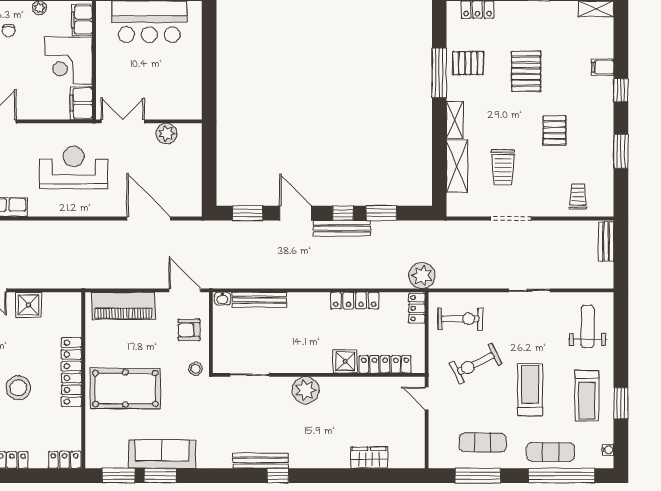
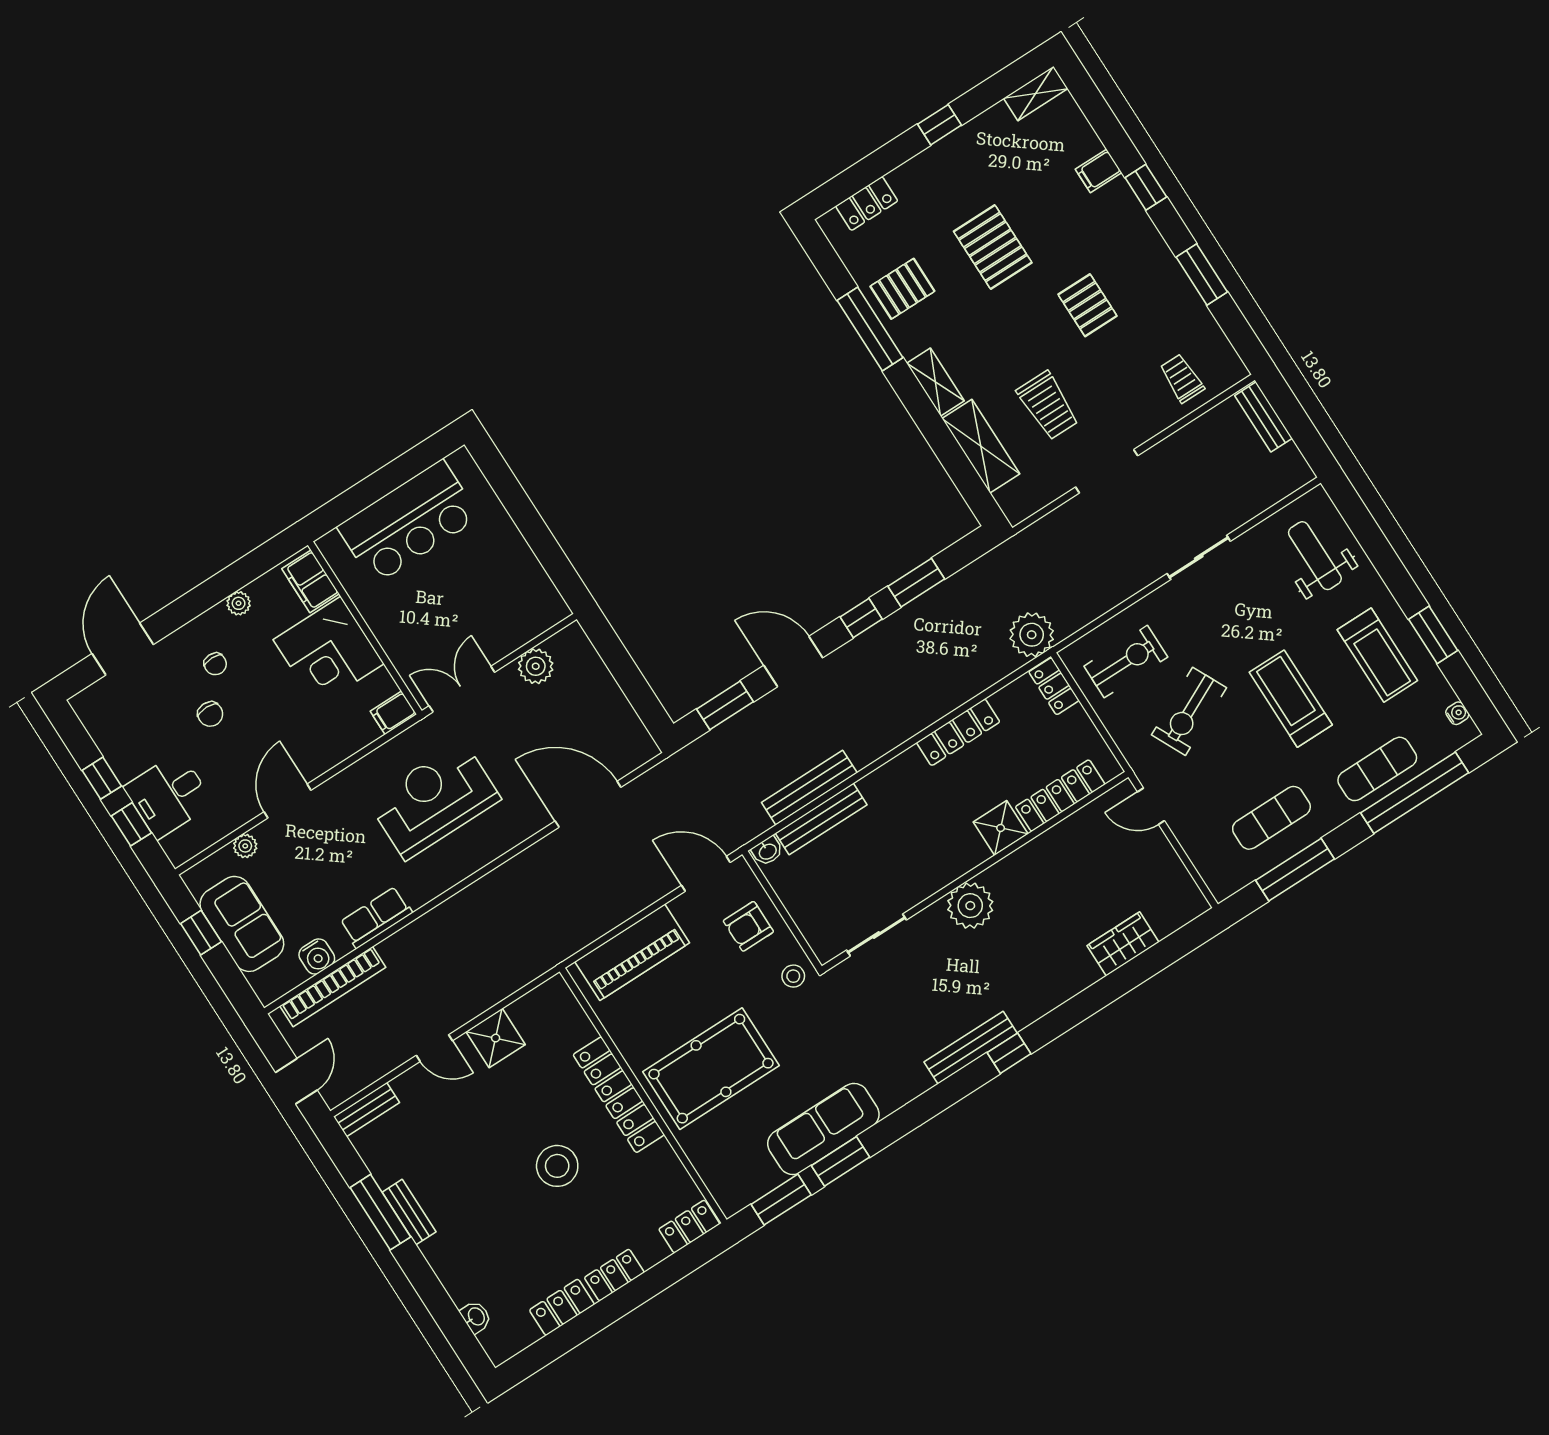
filing cabinet: (81, 103) -> (393, 713), width x0.50
bench: (342, 228) -> (809, 788), moved

